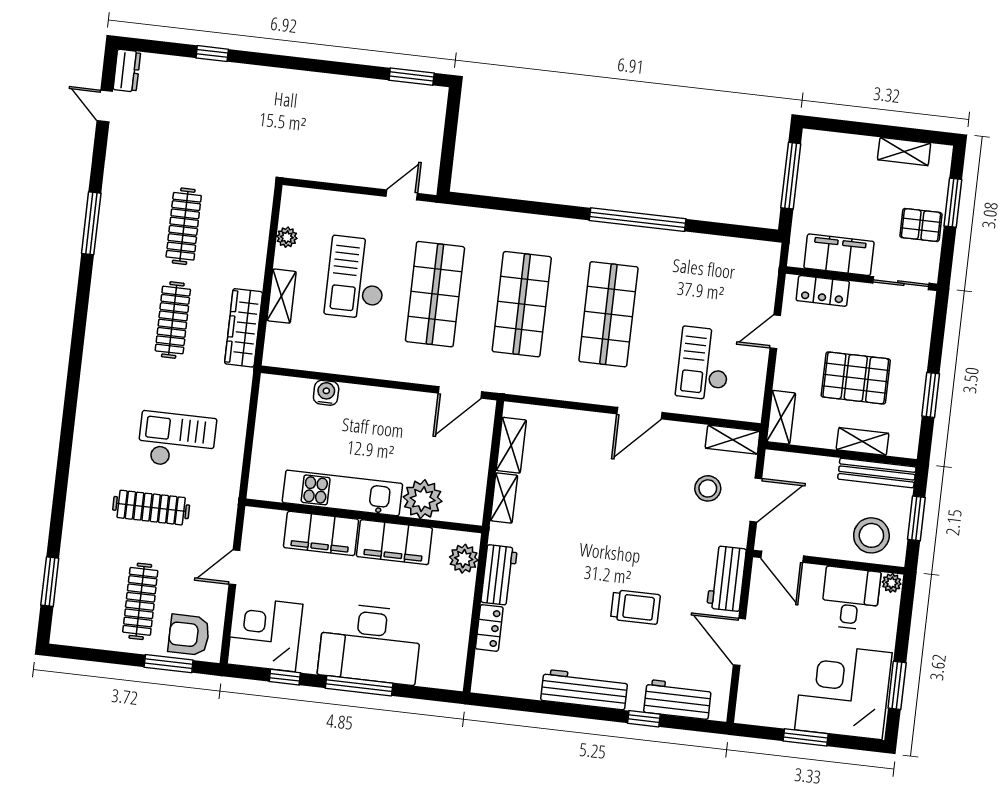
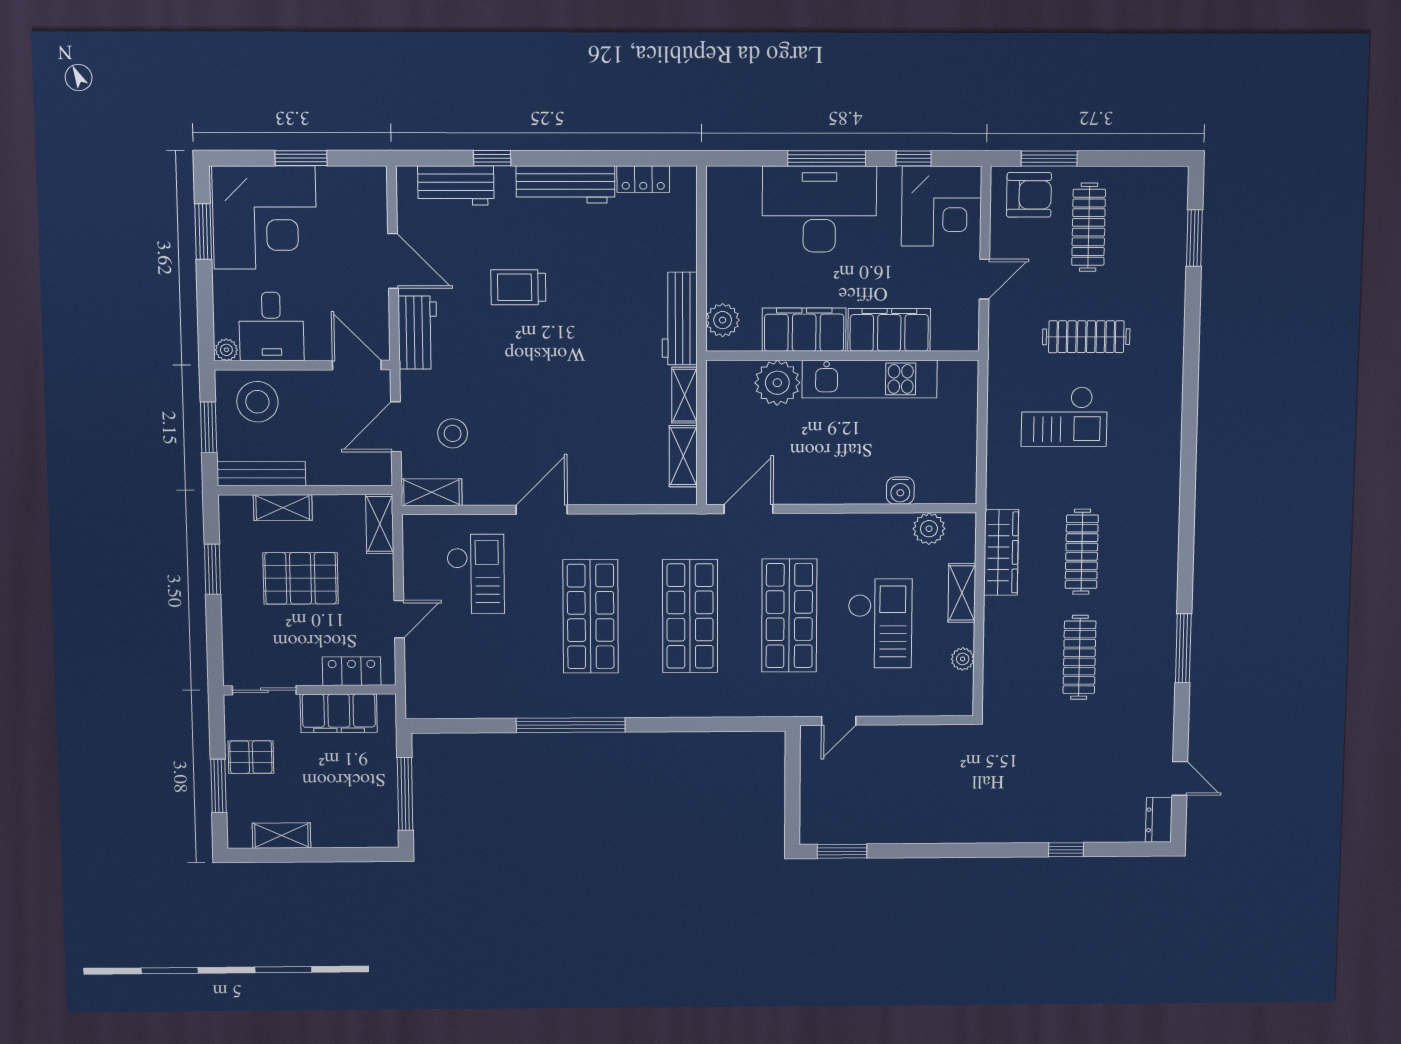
plant: (305, 356) -> (929, 529), added
workbench: (499, 575) -> (680, 319), width x1.37
locker: (489, 628) -> (643, 179), moved, turned -90

